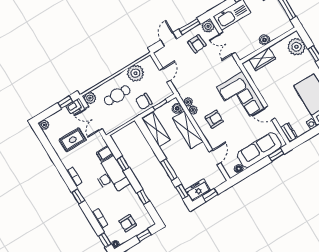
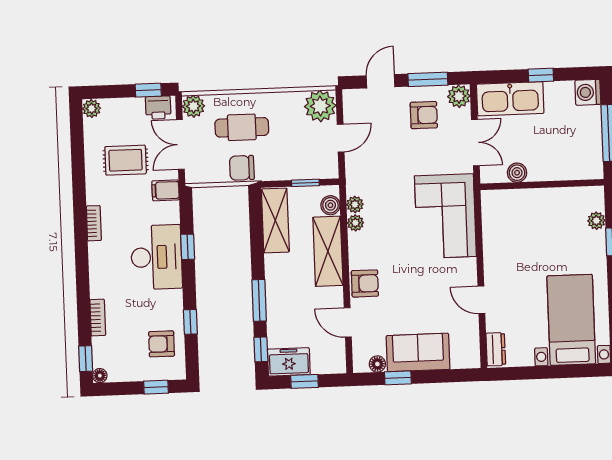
boiler: (264, 40) -> (517, 173), moved
double door: (227, 43) -> (475, 143), swing flipped
armchair: (197, 44) -> (424, 115), turned -86
plant: (296, 47) -> (596, 221), width x0.53, depth x0.53
wardrobe: (262, 59) -> (519, 202), removed
plant: (135, 73) -> (320, 106), moved
corner sofa: (240, 98) -> (445, 216), moved
chair: (144, 101) -> (242, 168), moved
armchair: (214, 119) -> (365, 283), moved
sofa: (259, 150) -> (418, 352), width x0.73
filing cabinet: (105, 153) -> (166, 190), moved
window: (276, 155) -> (398, 378), moved
door: (215, 157) -> (348, 322), swing flipped
window: (78, 196) -> (82, 260), removed
armchair: (128, 223) -> (162, 344), moved

